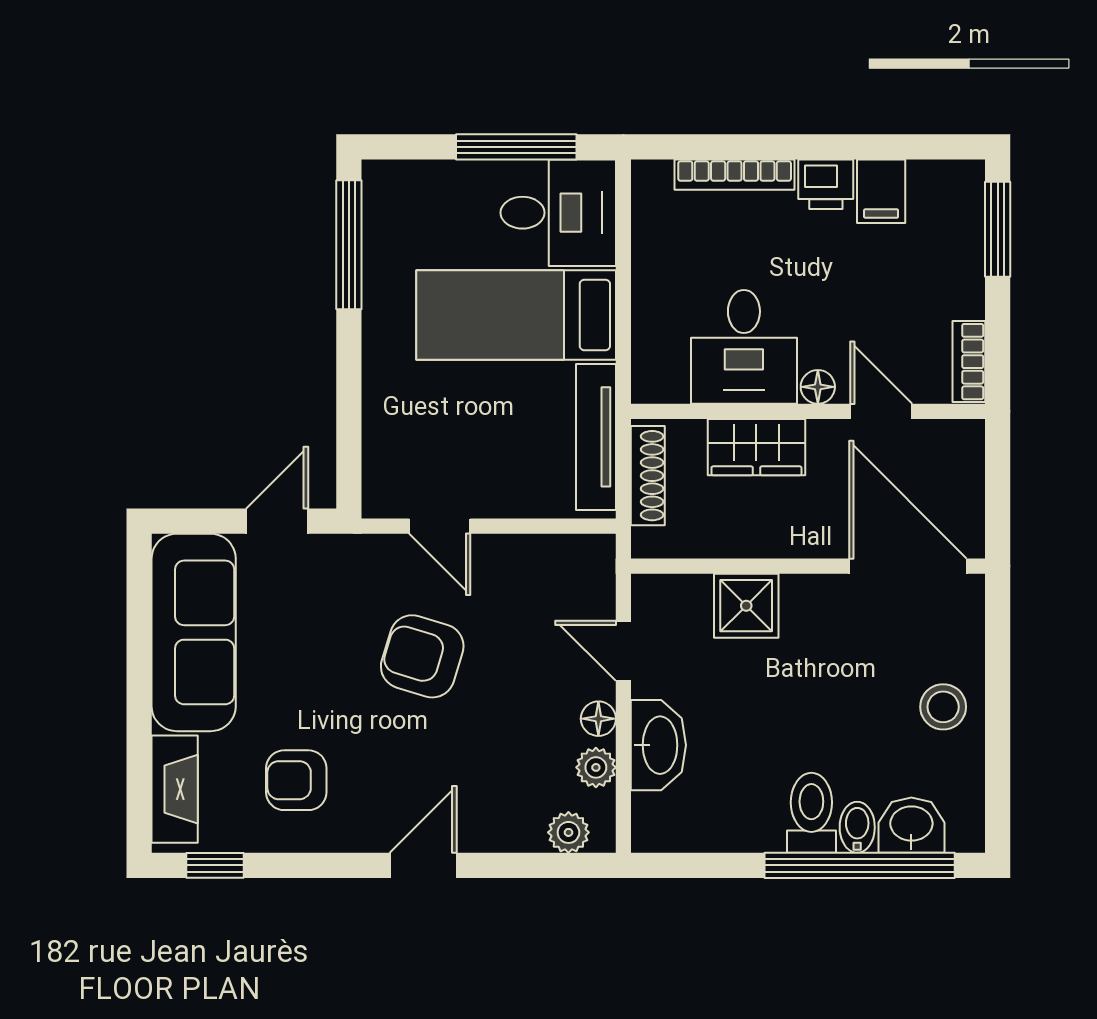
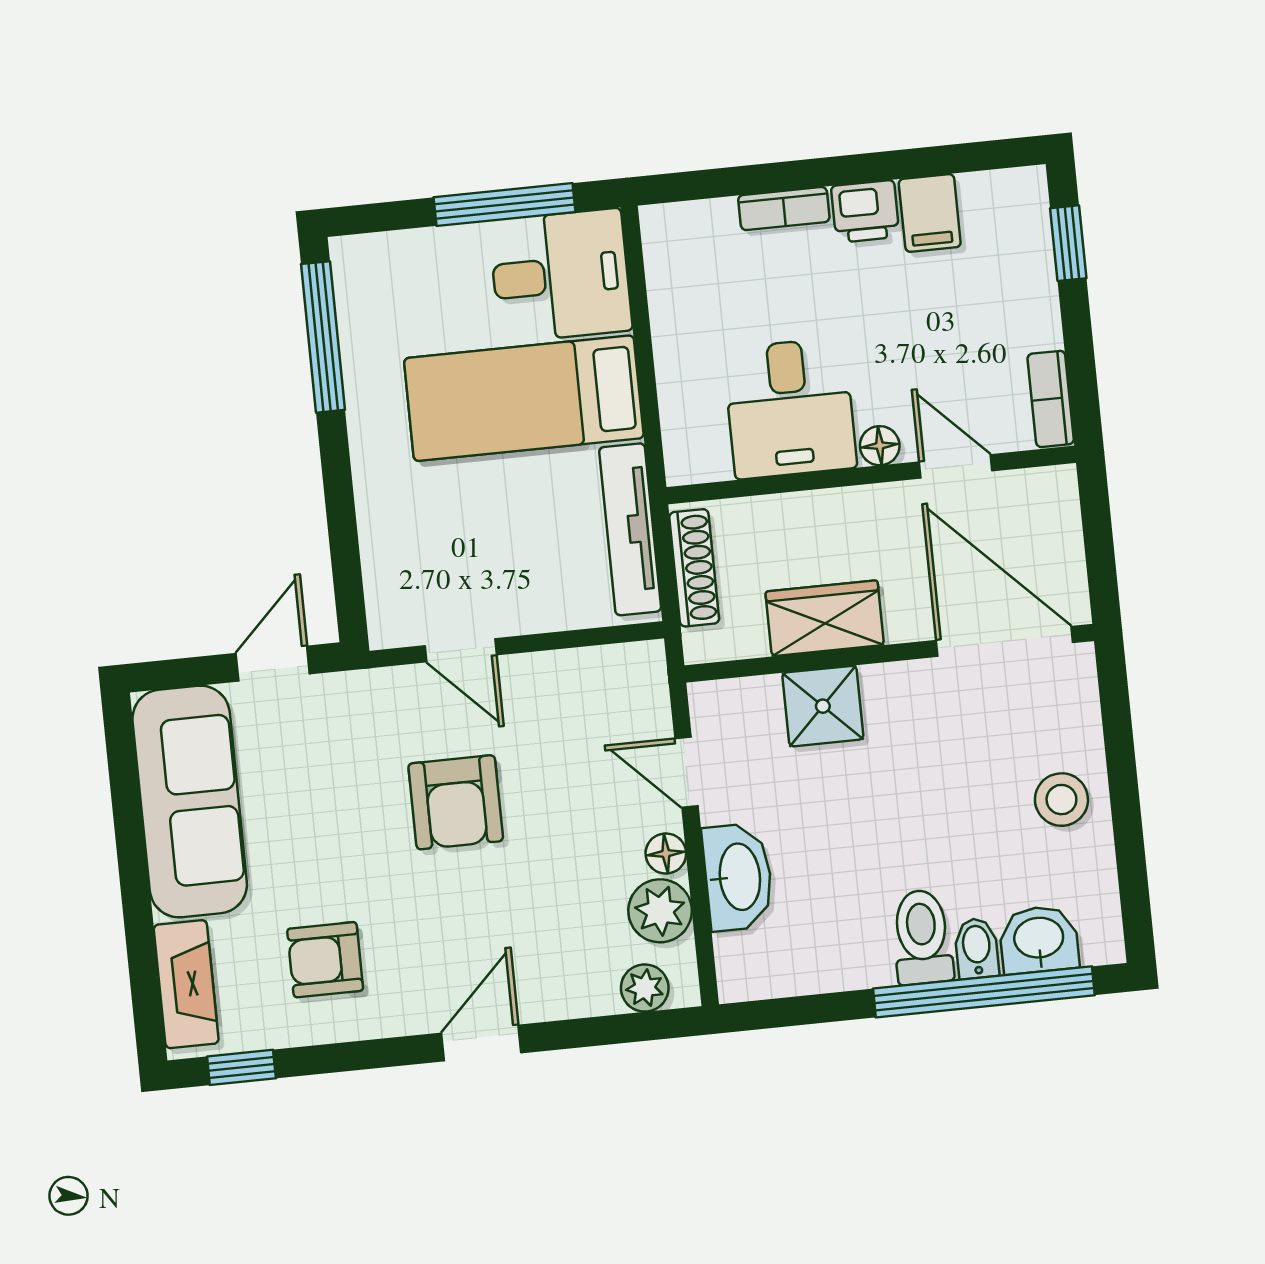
bookcase: (735, 175) -> (784, 209), width x0.64
window: (998, 229) -> (1068, 243), width x0.67
wardrobe: (756, 447) -> (825, 618), moved, turned 180
armchair: (422, 656) -> (456, 802), turned -107
plant: (596, 767) -> (660, 911), width x1.38, depth x1.38

